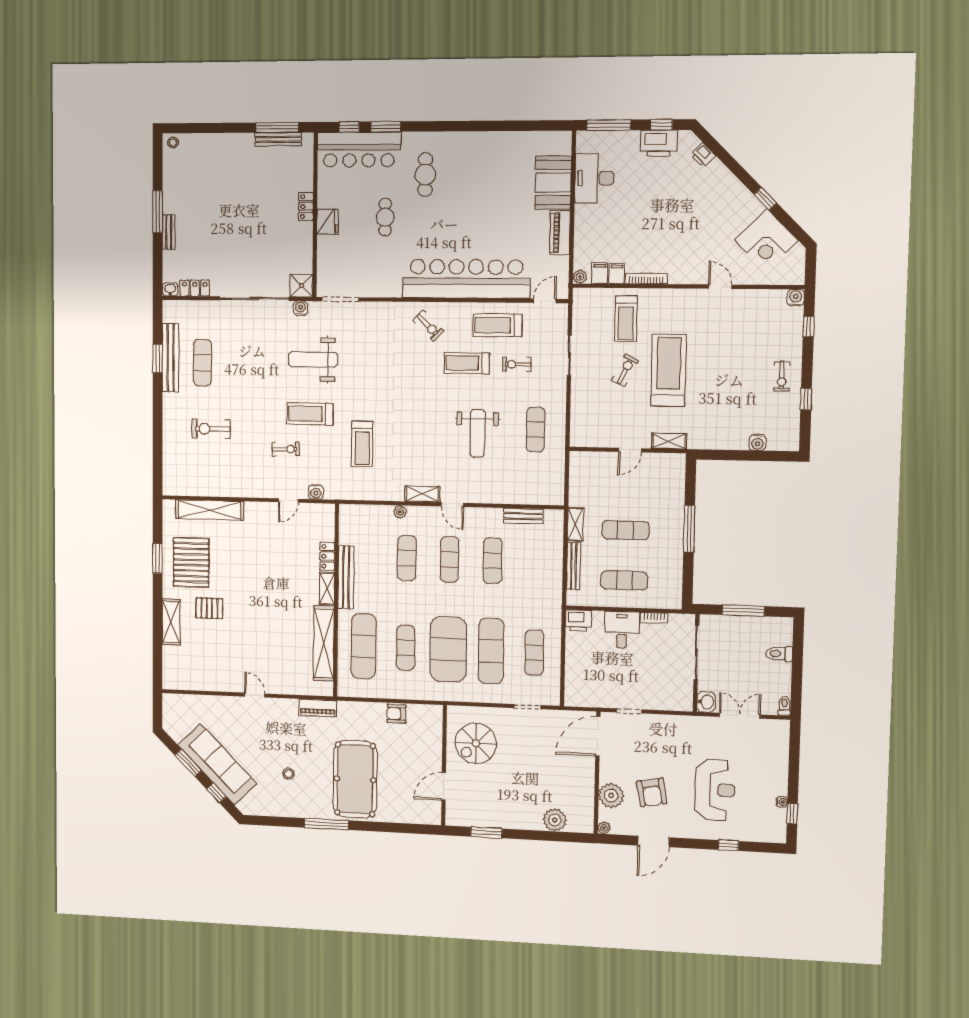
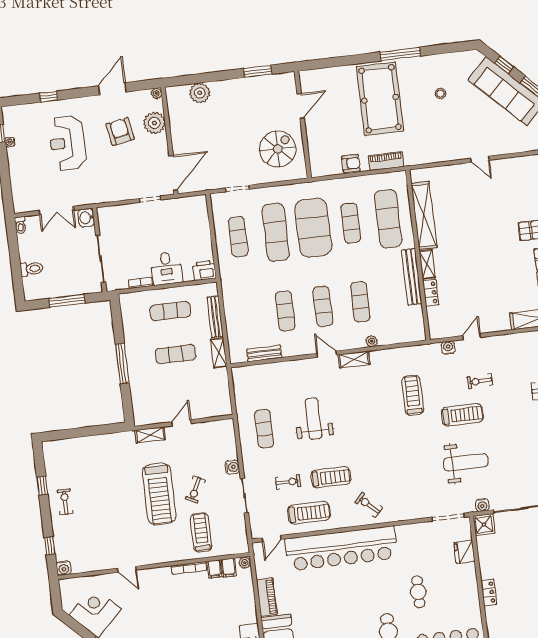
fridge: (328, 222) -> (464, 552), moved
water cooler: (757, 443) -> (232, 467), moved, turned 90
piano: (318, 708) -> (386, 161), moved

